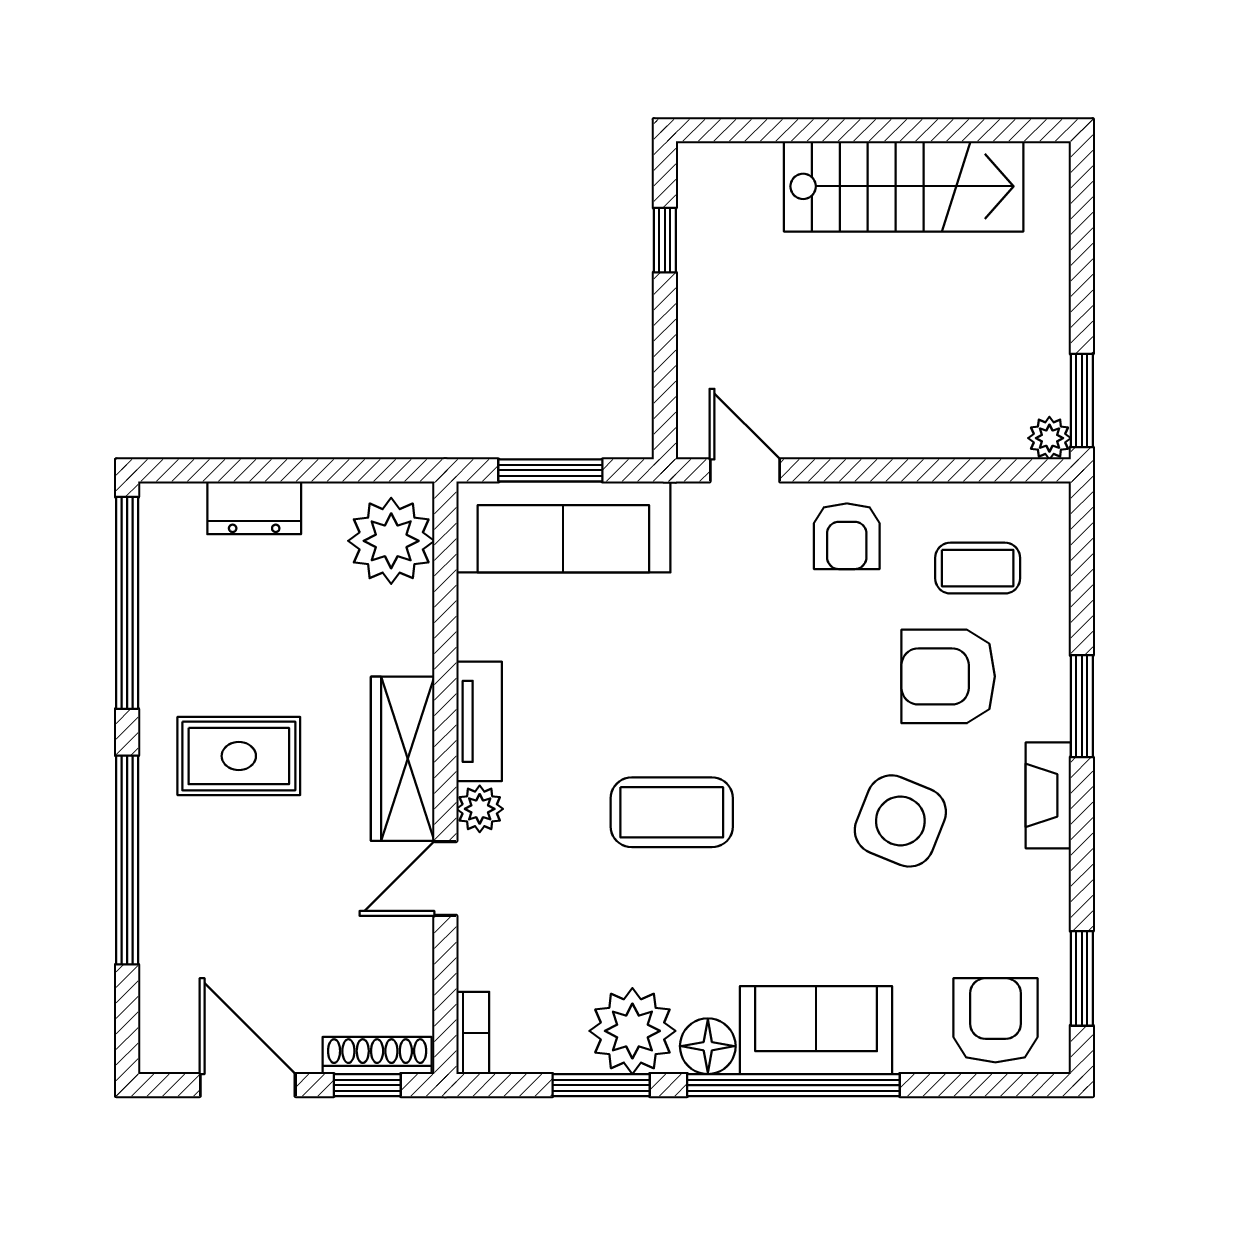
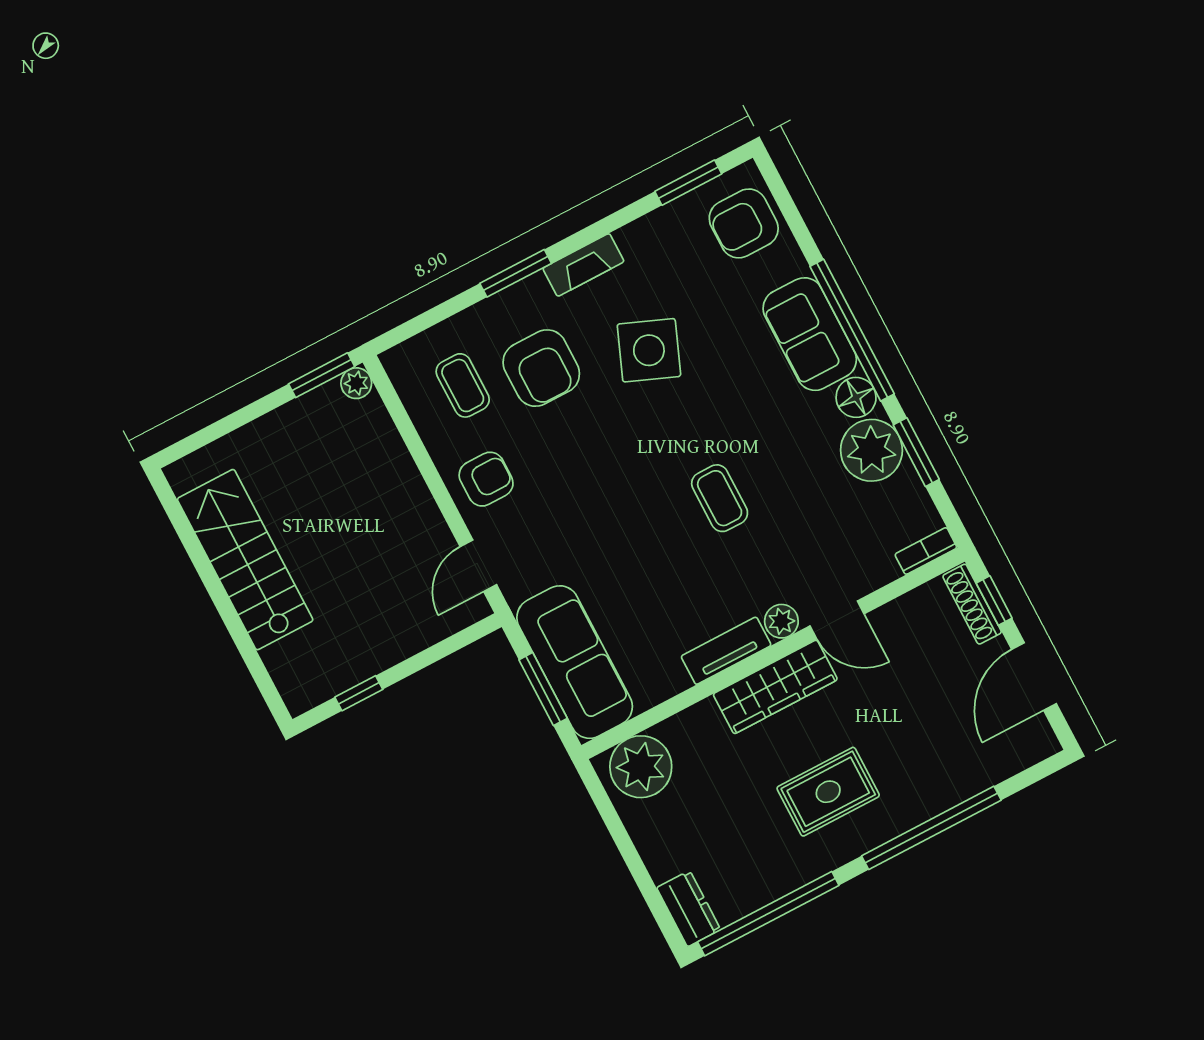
dresser: (254, 508) -> (689, 909), moved
rug: (239, 756) -> (828, 792), turned 90
coffee table: (672, 812) -> (720, 498), width x0.73, depth x0.77

